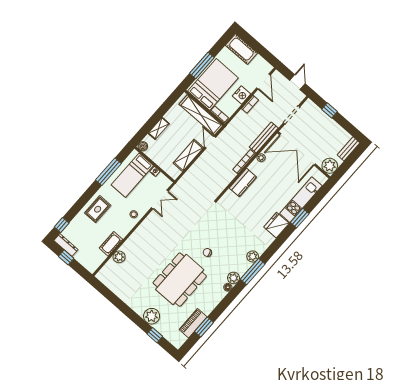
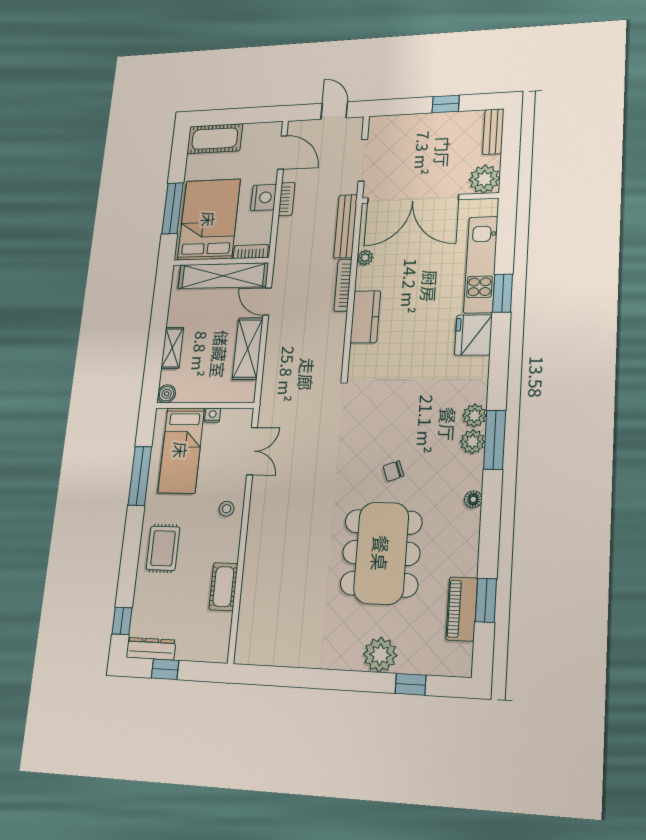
window: (330, 110) -> (446, 104), moved
plant: (119, 257) -> (252, 597), removed
plant: (233, 278) -> (473, 442), moved

